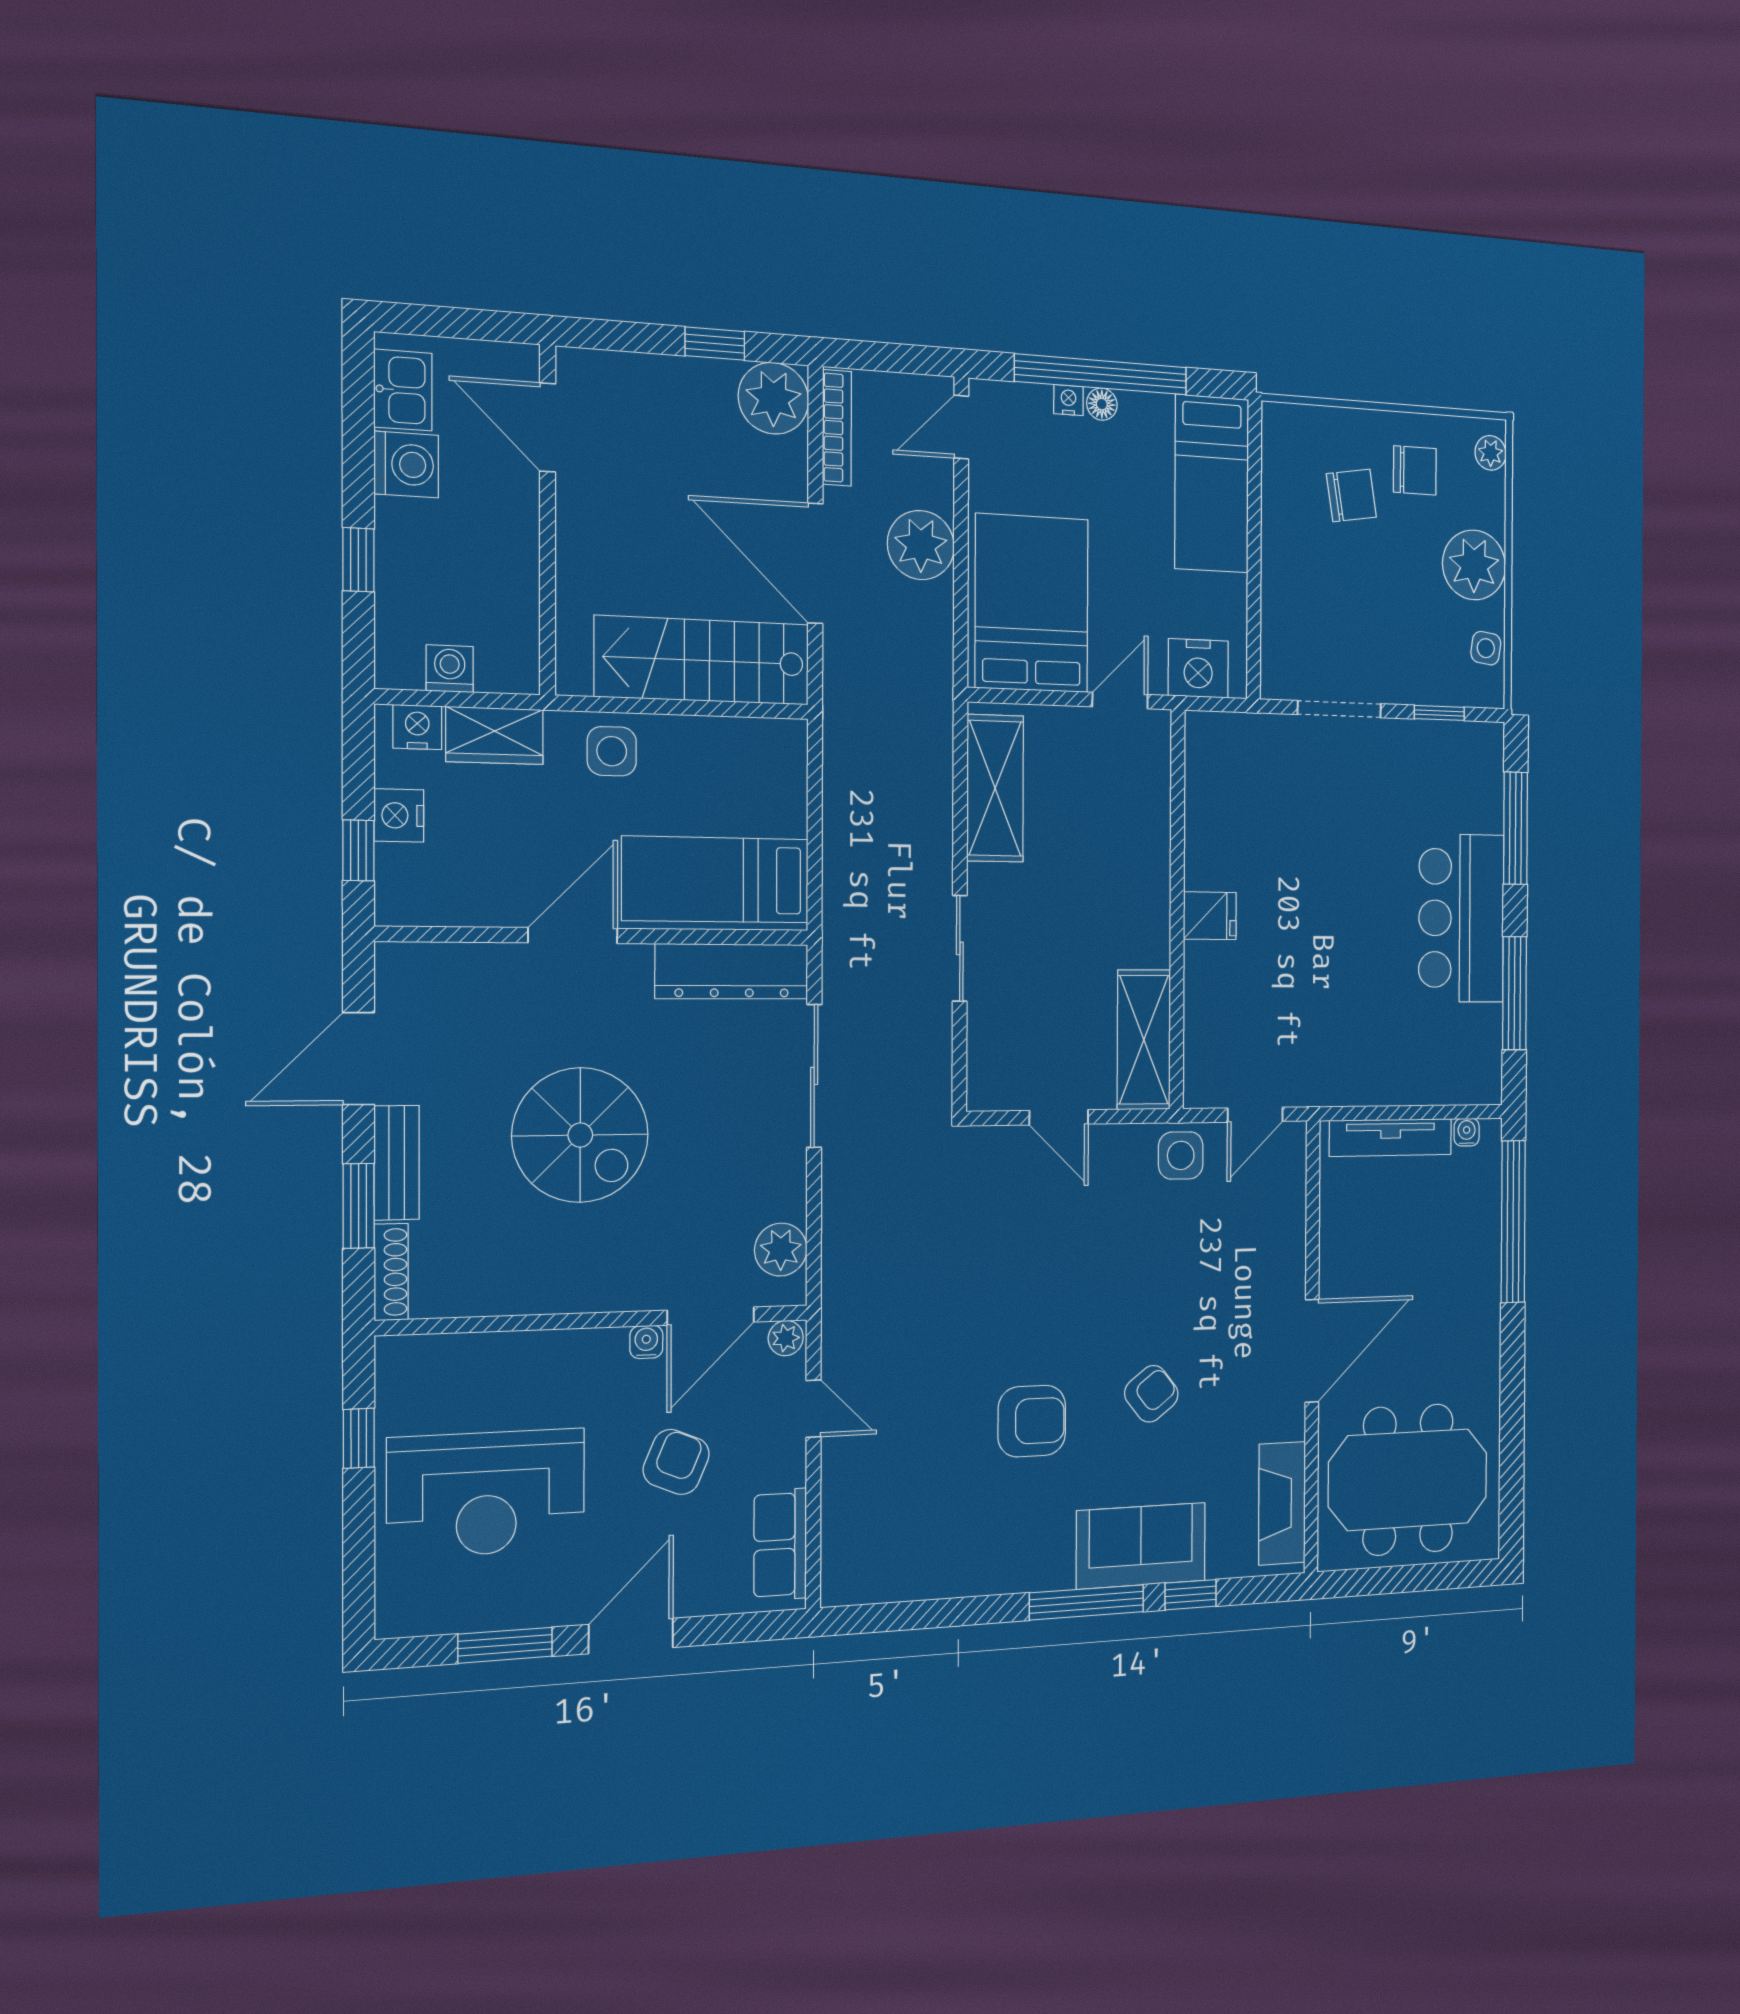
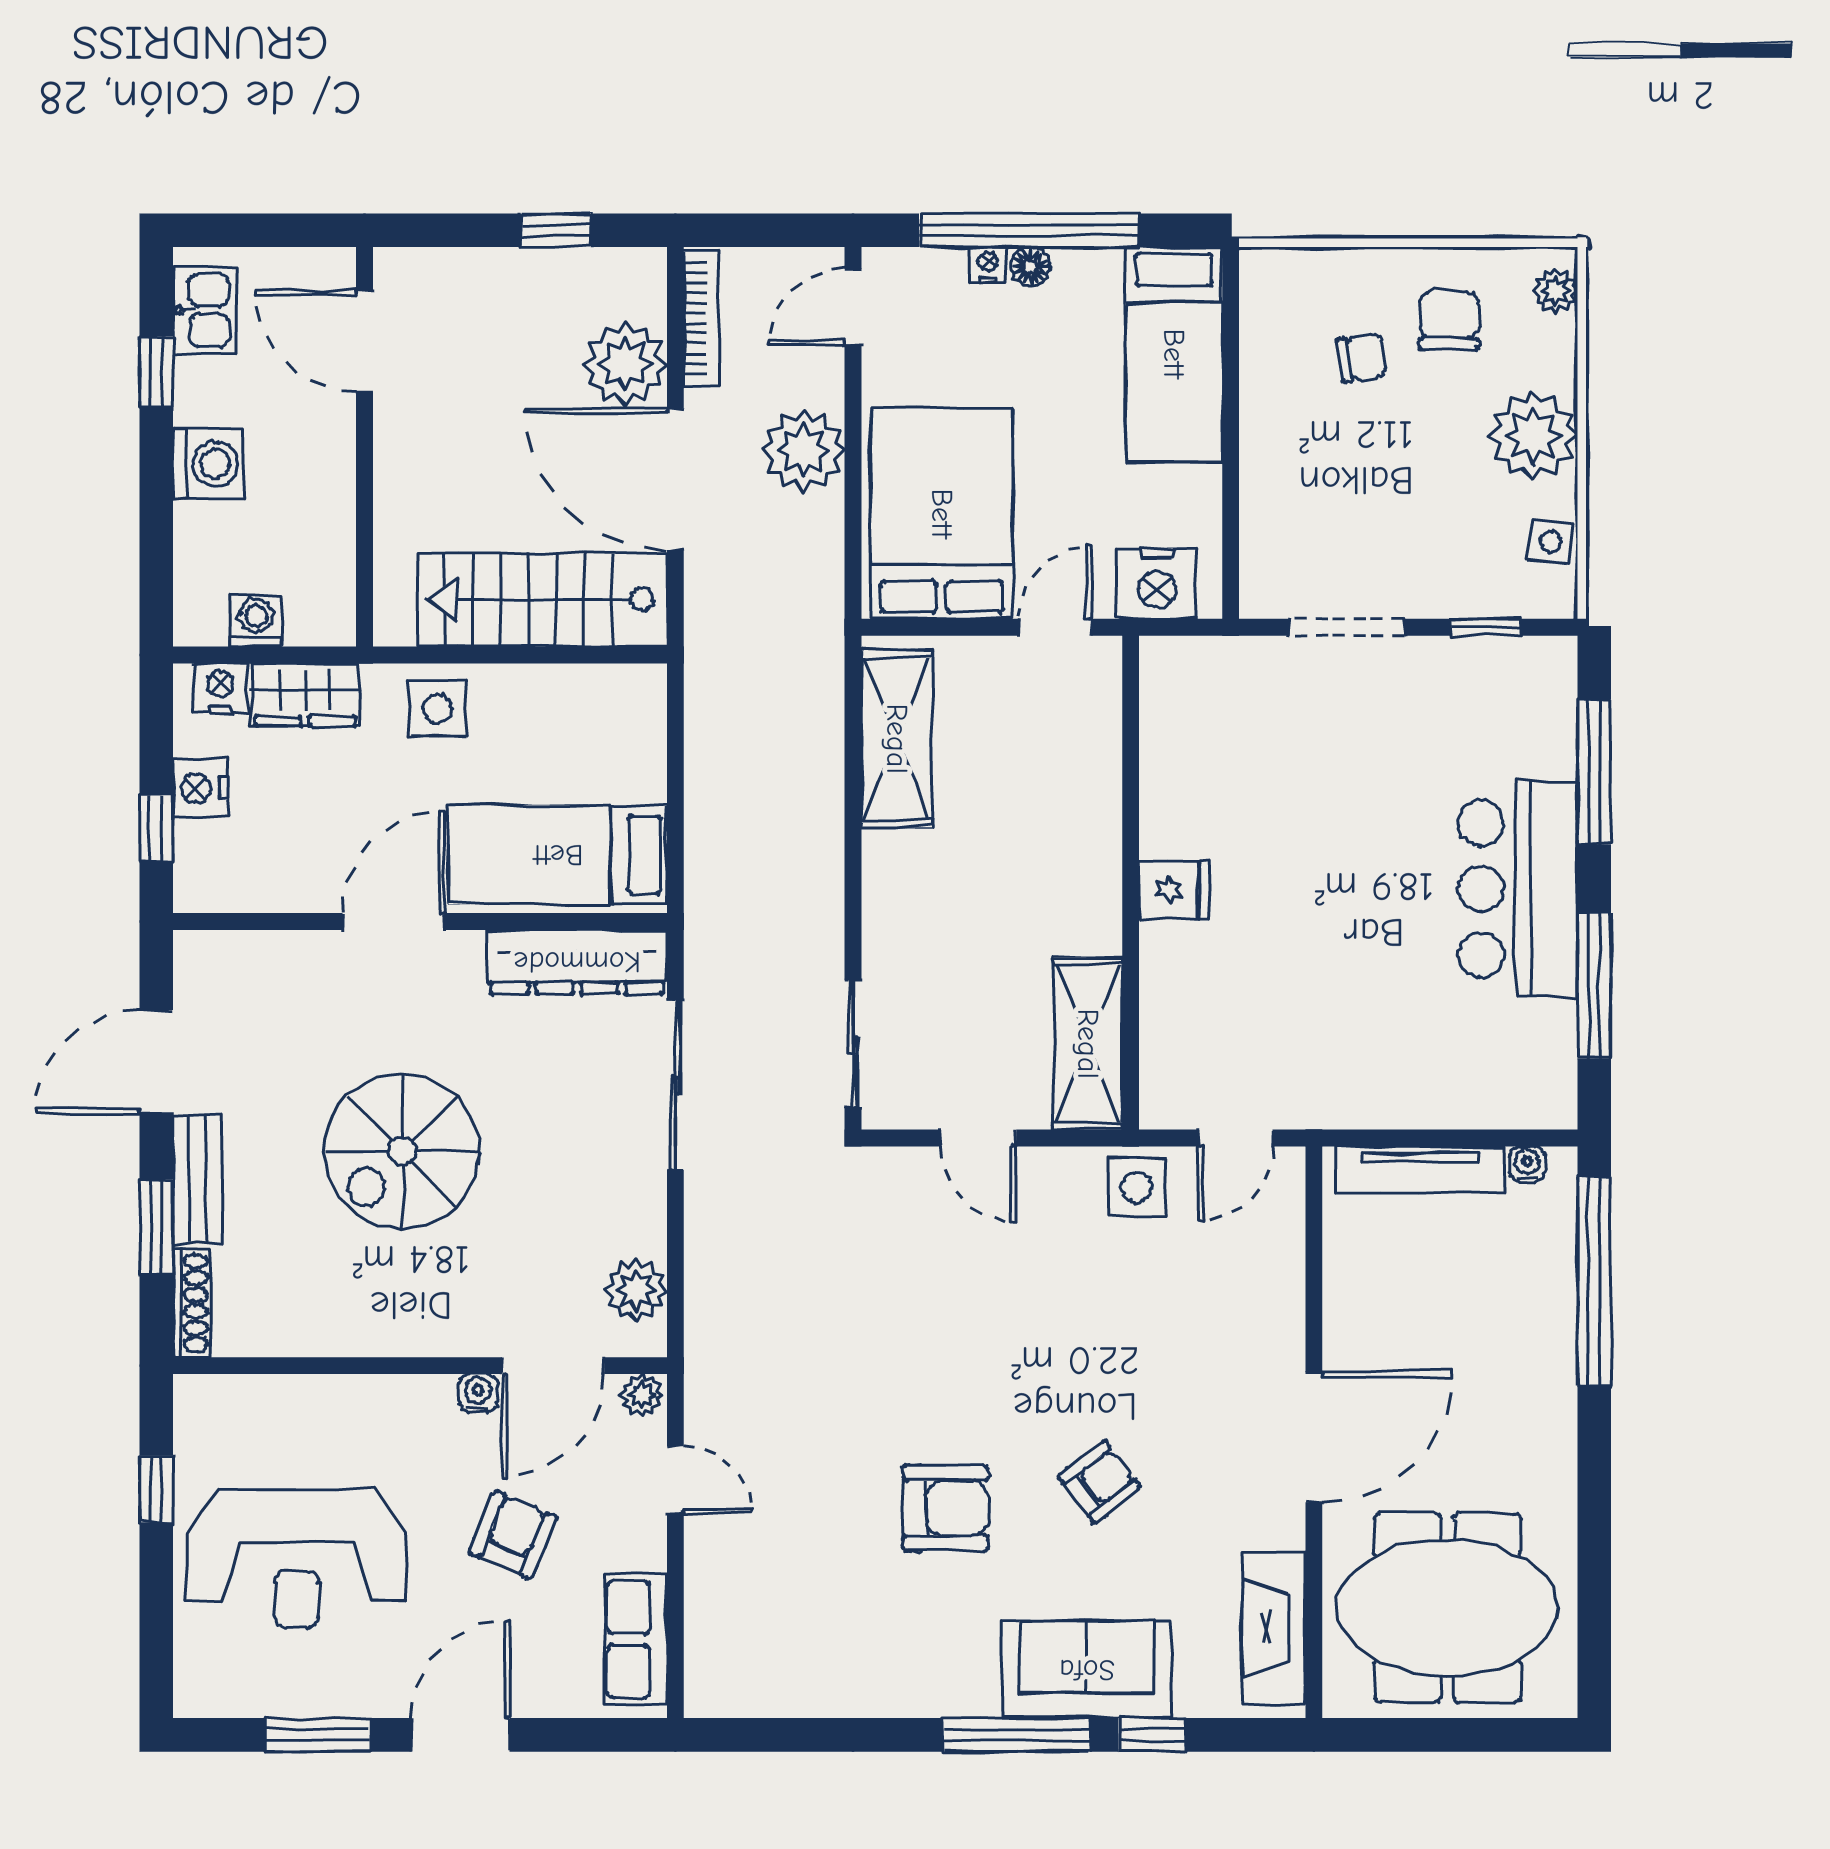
plant: (774, 398) -> (625, 364), moved
washing machine: (406, 465) -> (208, 464), moved
chair: (1415, 470) -> (1449, 320), turned -90
chair: (1351, 495) -> (1362, 357), width x0.73, depth x0.73
window: (358, 560) -> (156, 372), moved
sliding door: (960, 948) -> (853, 1044), moved
spiral stairs: (580, 1135) -> (402, 1151), turned 90

